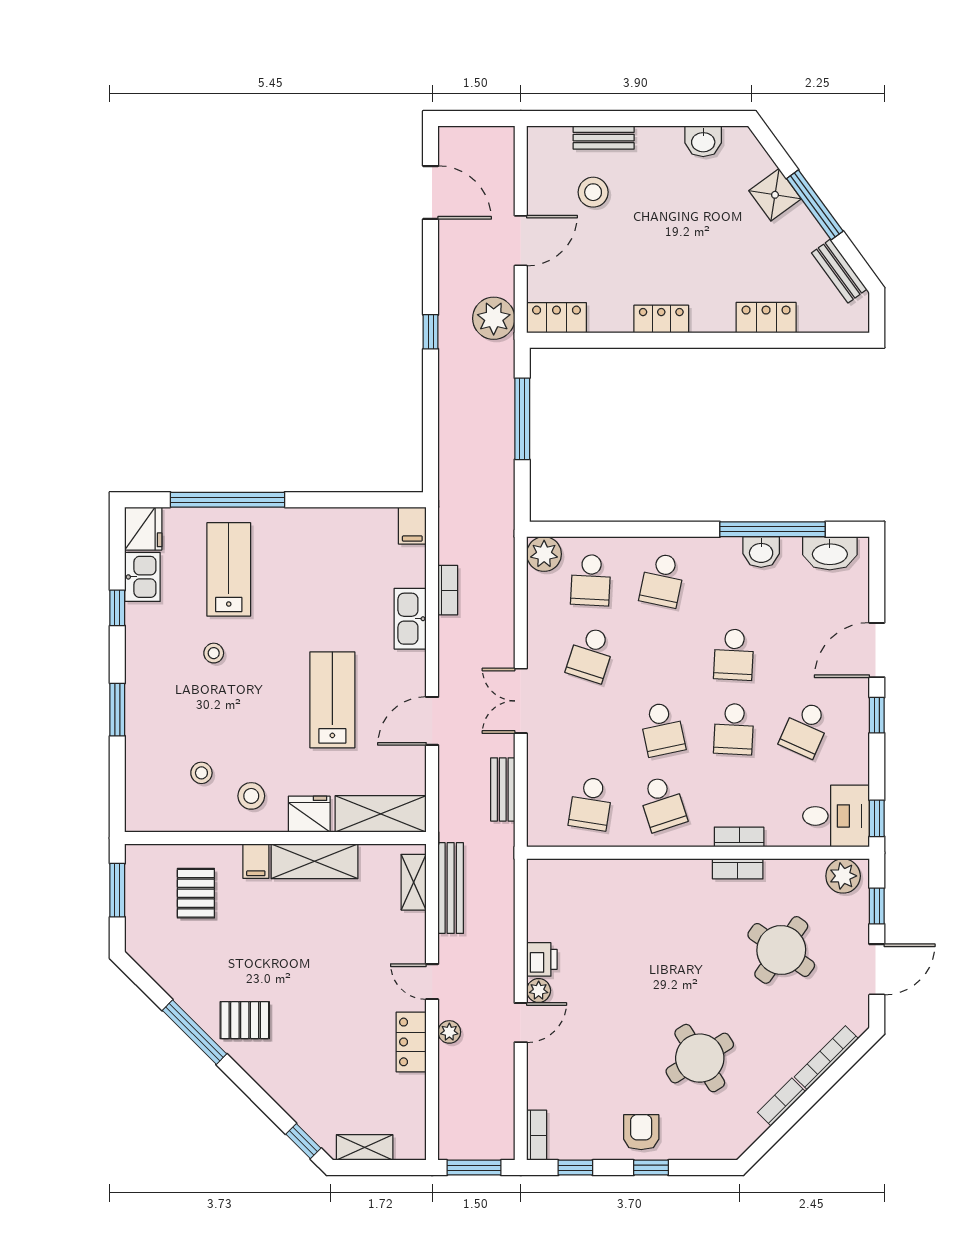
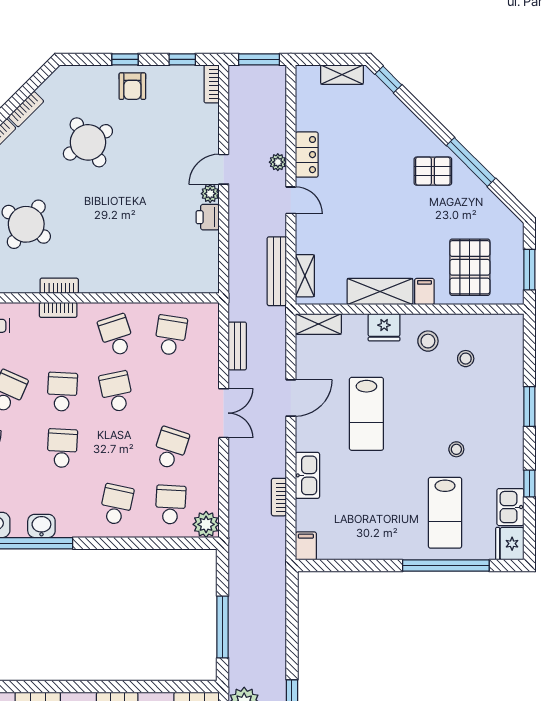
shelving: (381, 814) -> (318, 324), width x0.67, depth x0.75
pallet: (196, 893) -> (470, 267), width x1.50, depth x1.42

